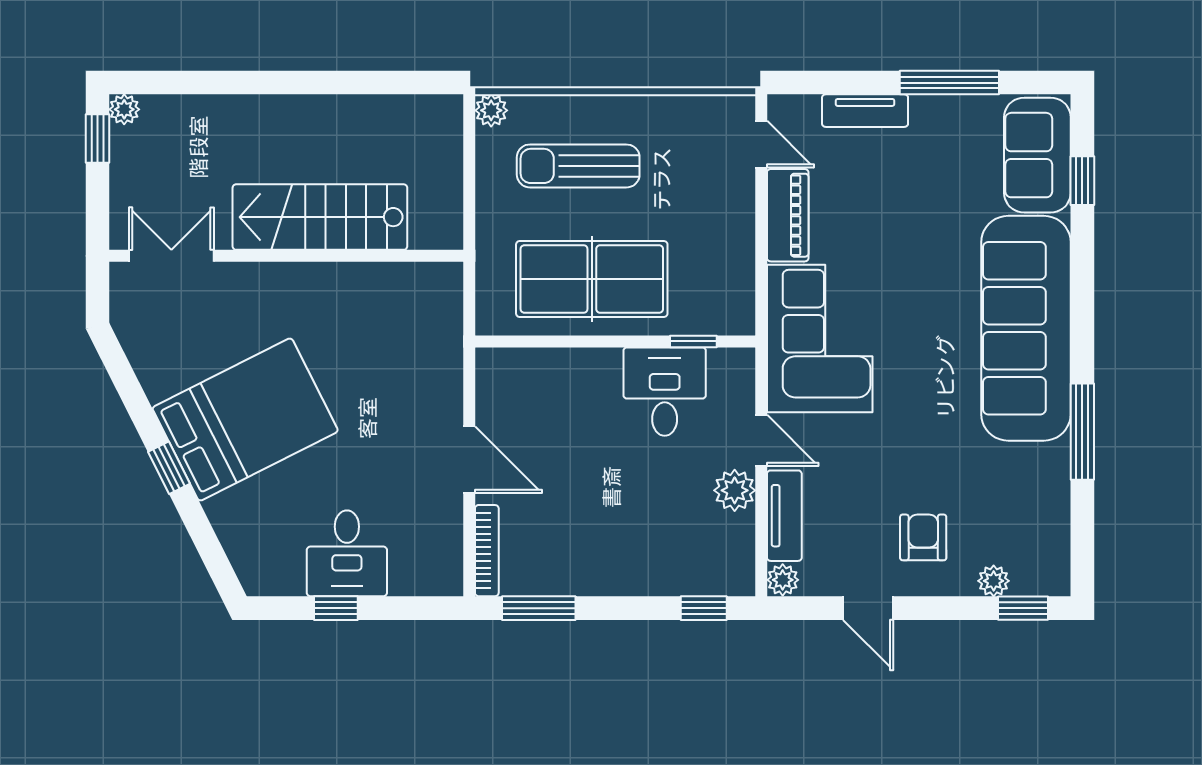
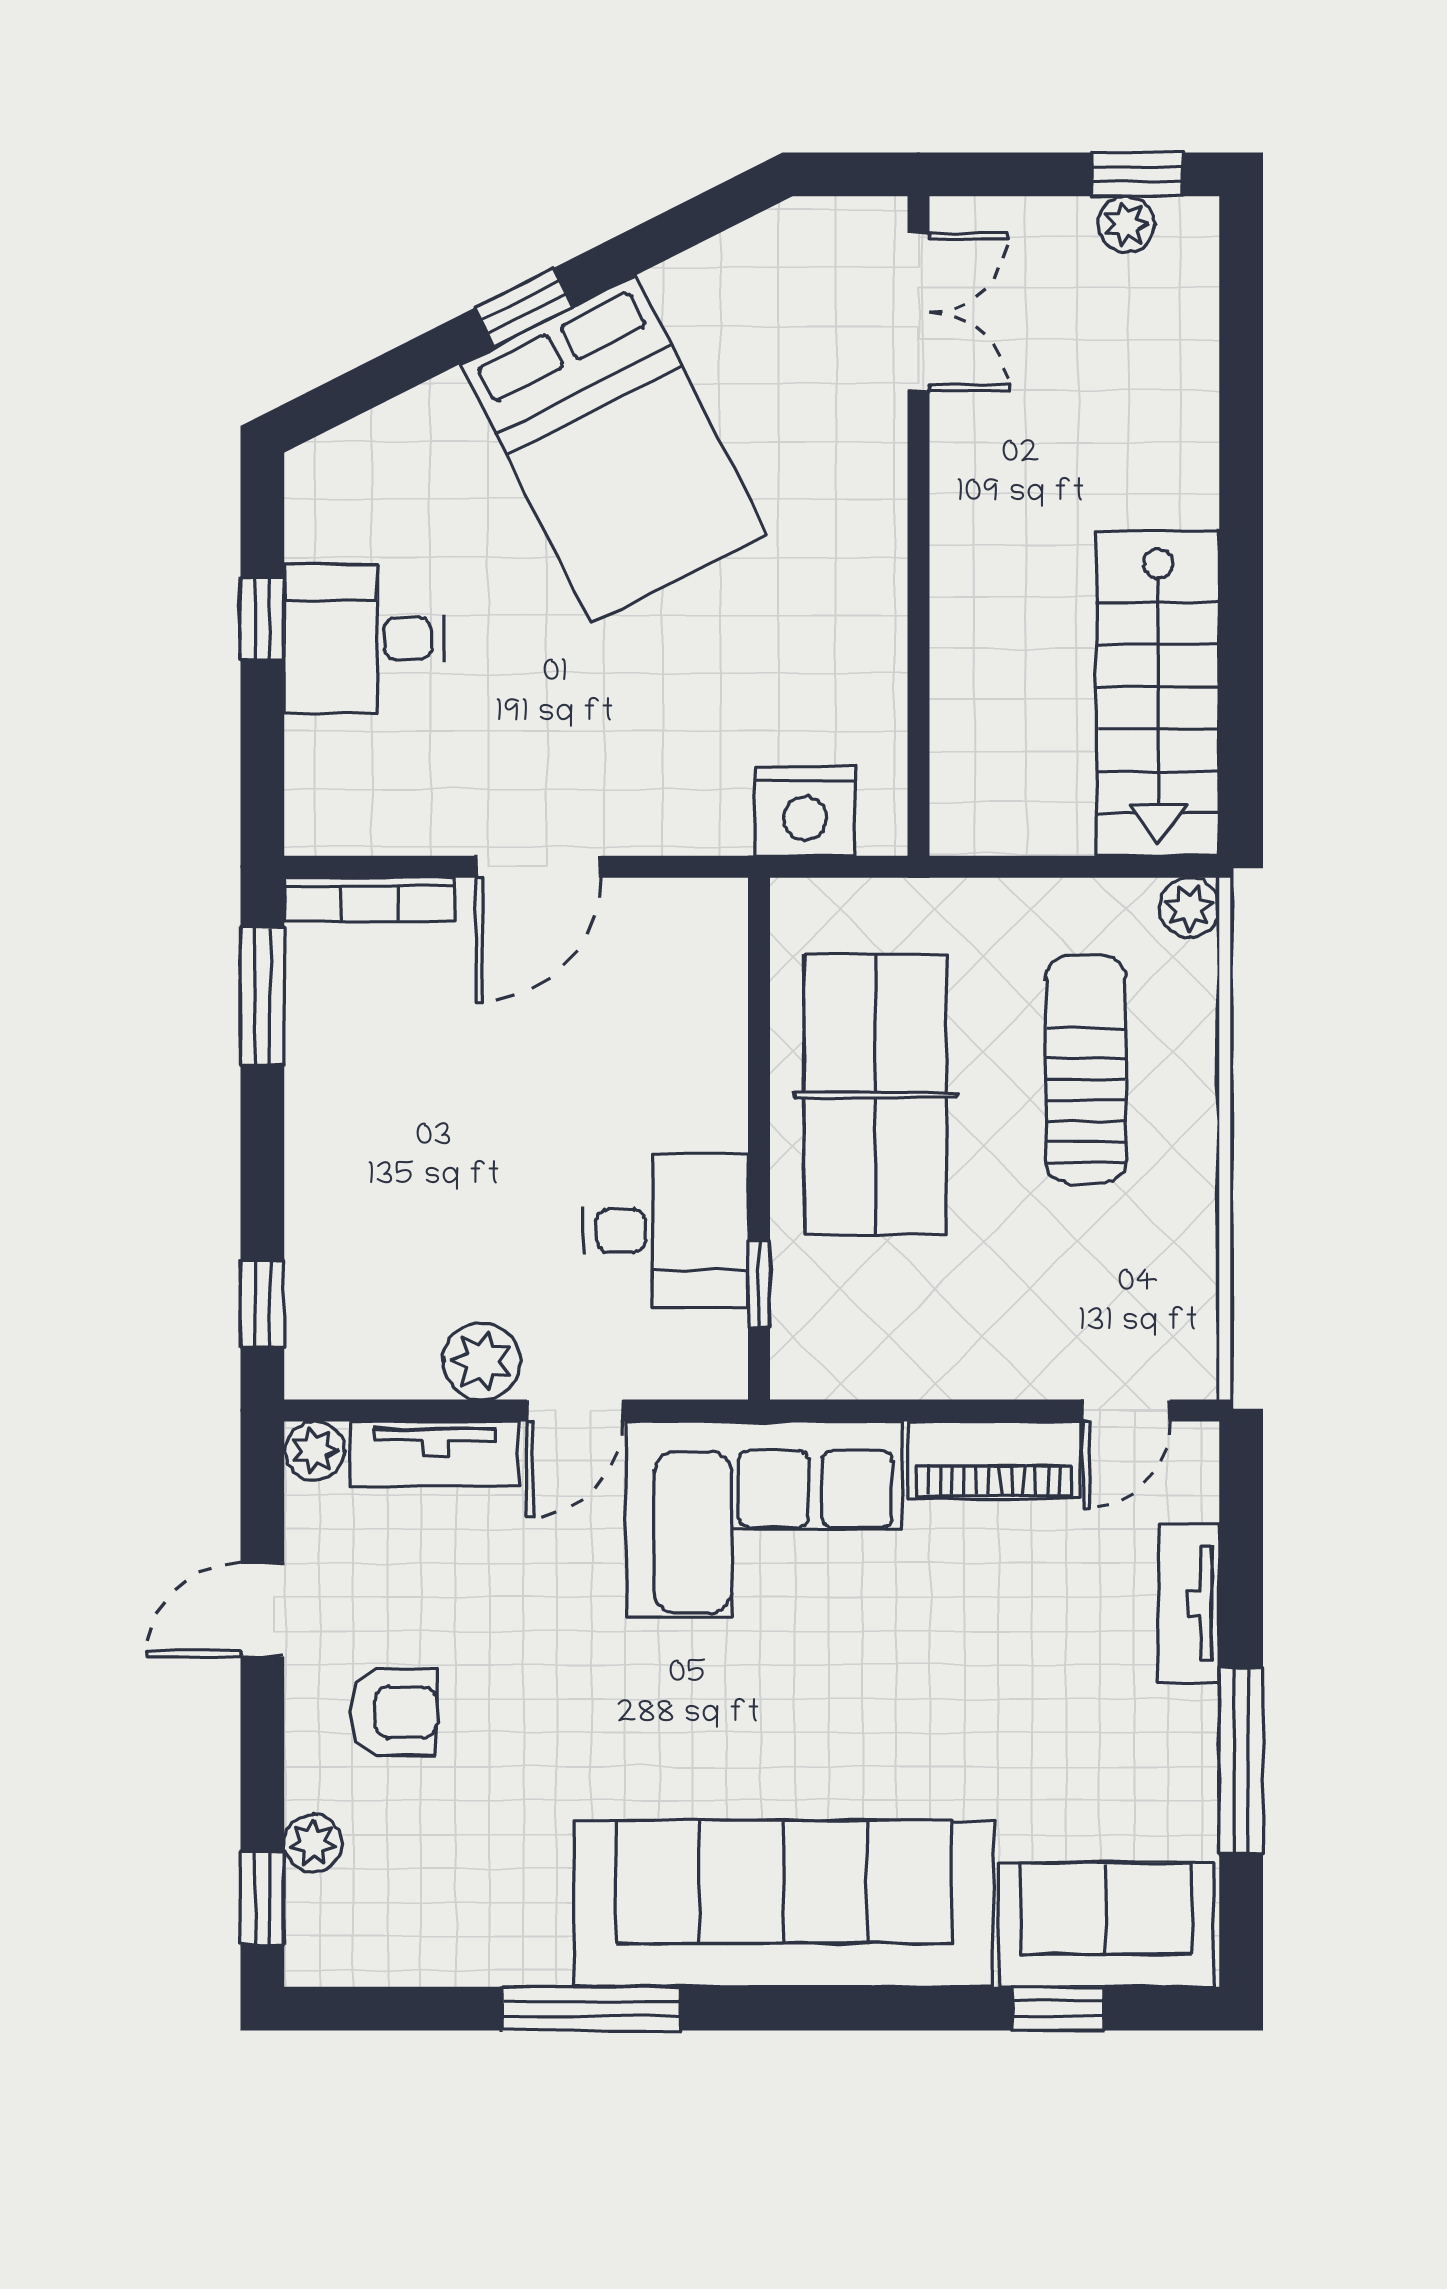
plant: (124, 109) -> (1126, 224), moved
stairs: (320, 217) -> (1158, 693), moved, turned 180
nightstand: (439, 317) -> (805, 811), added

